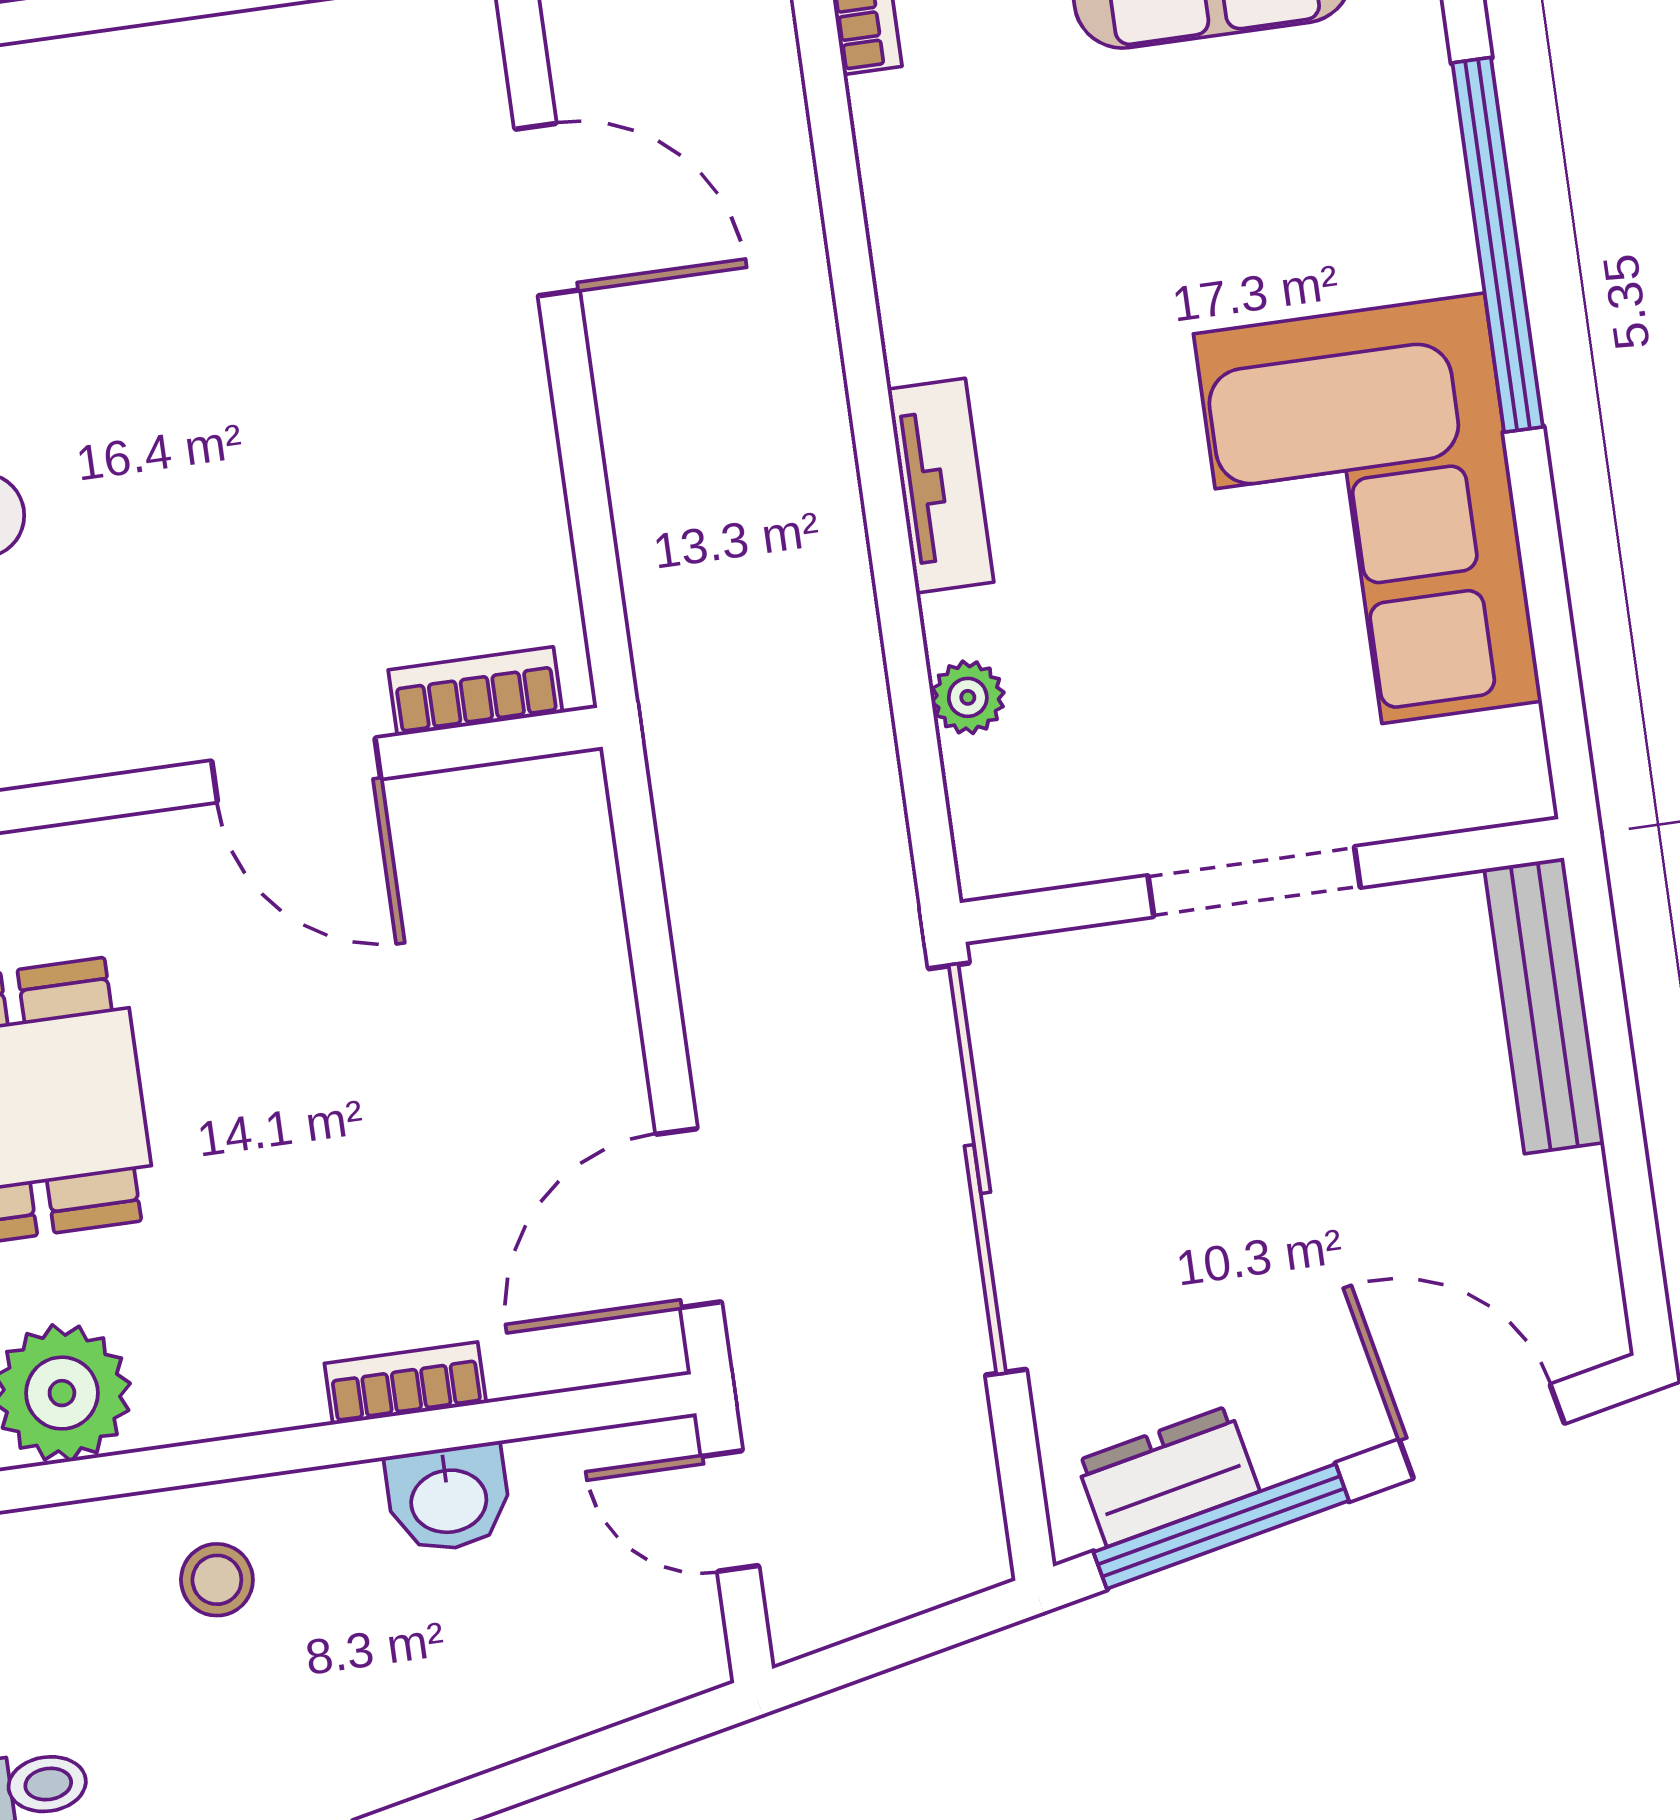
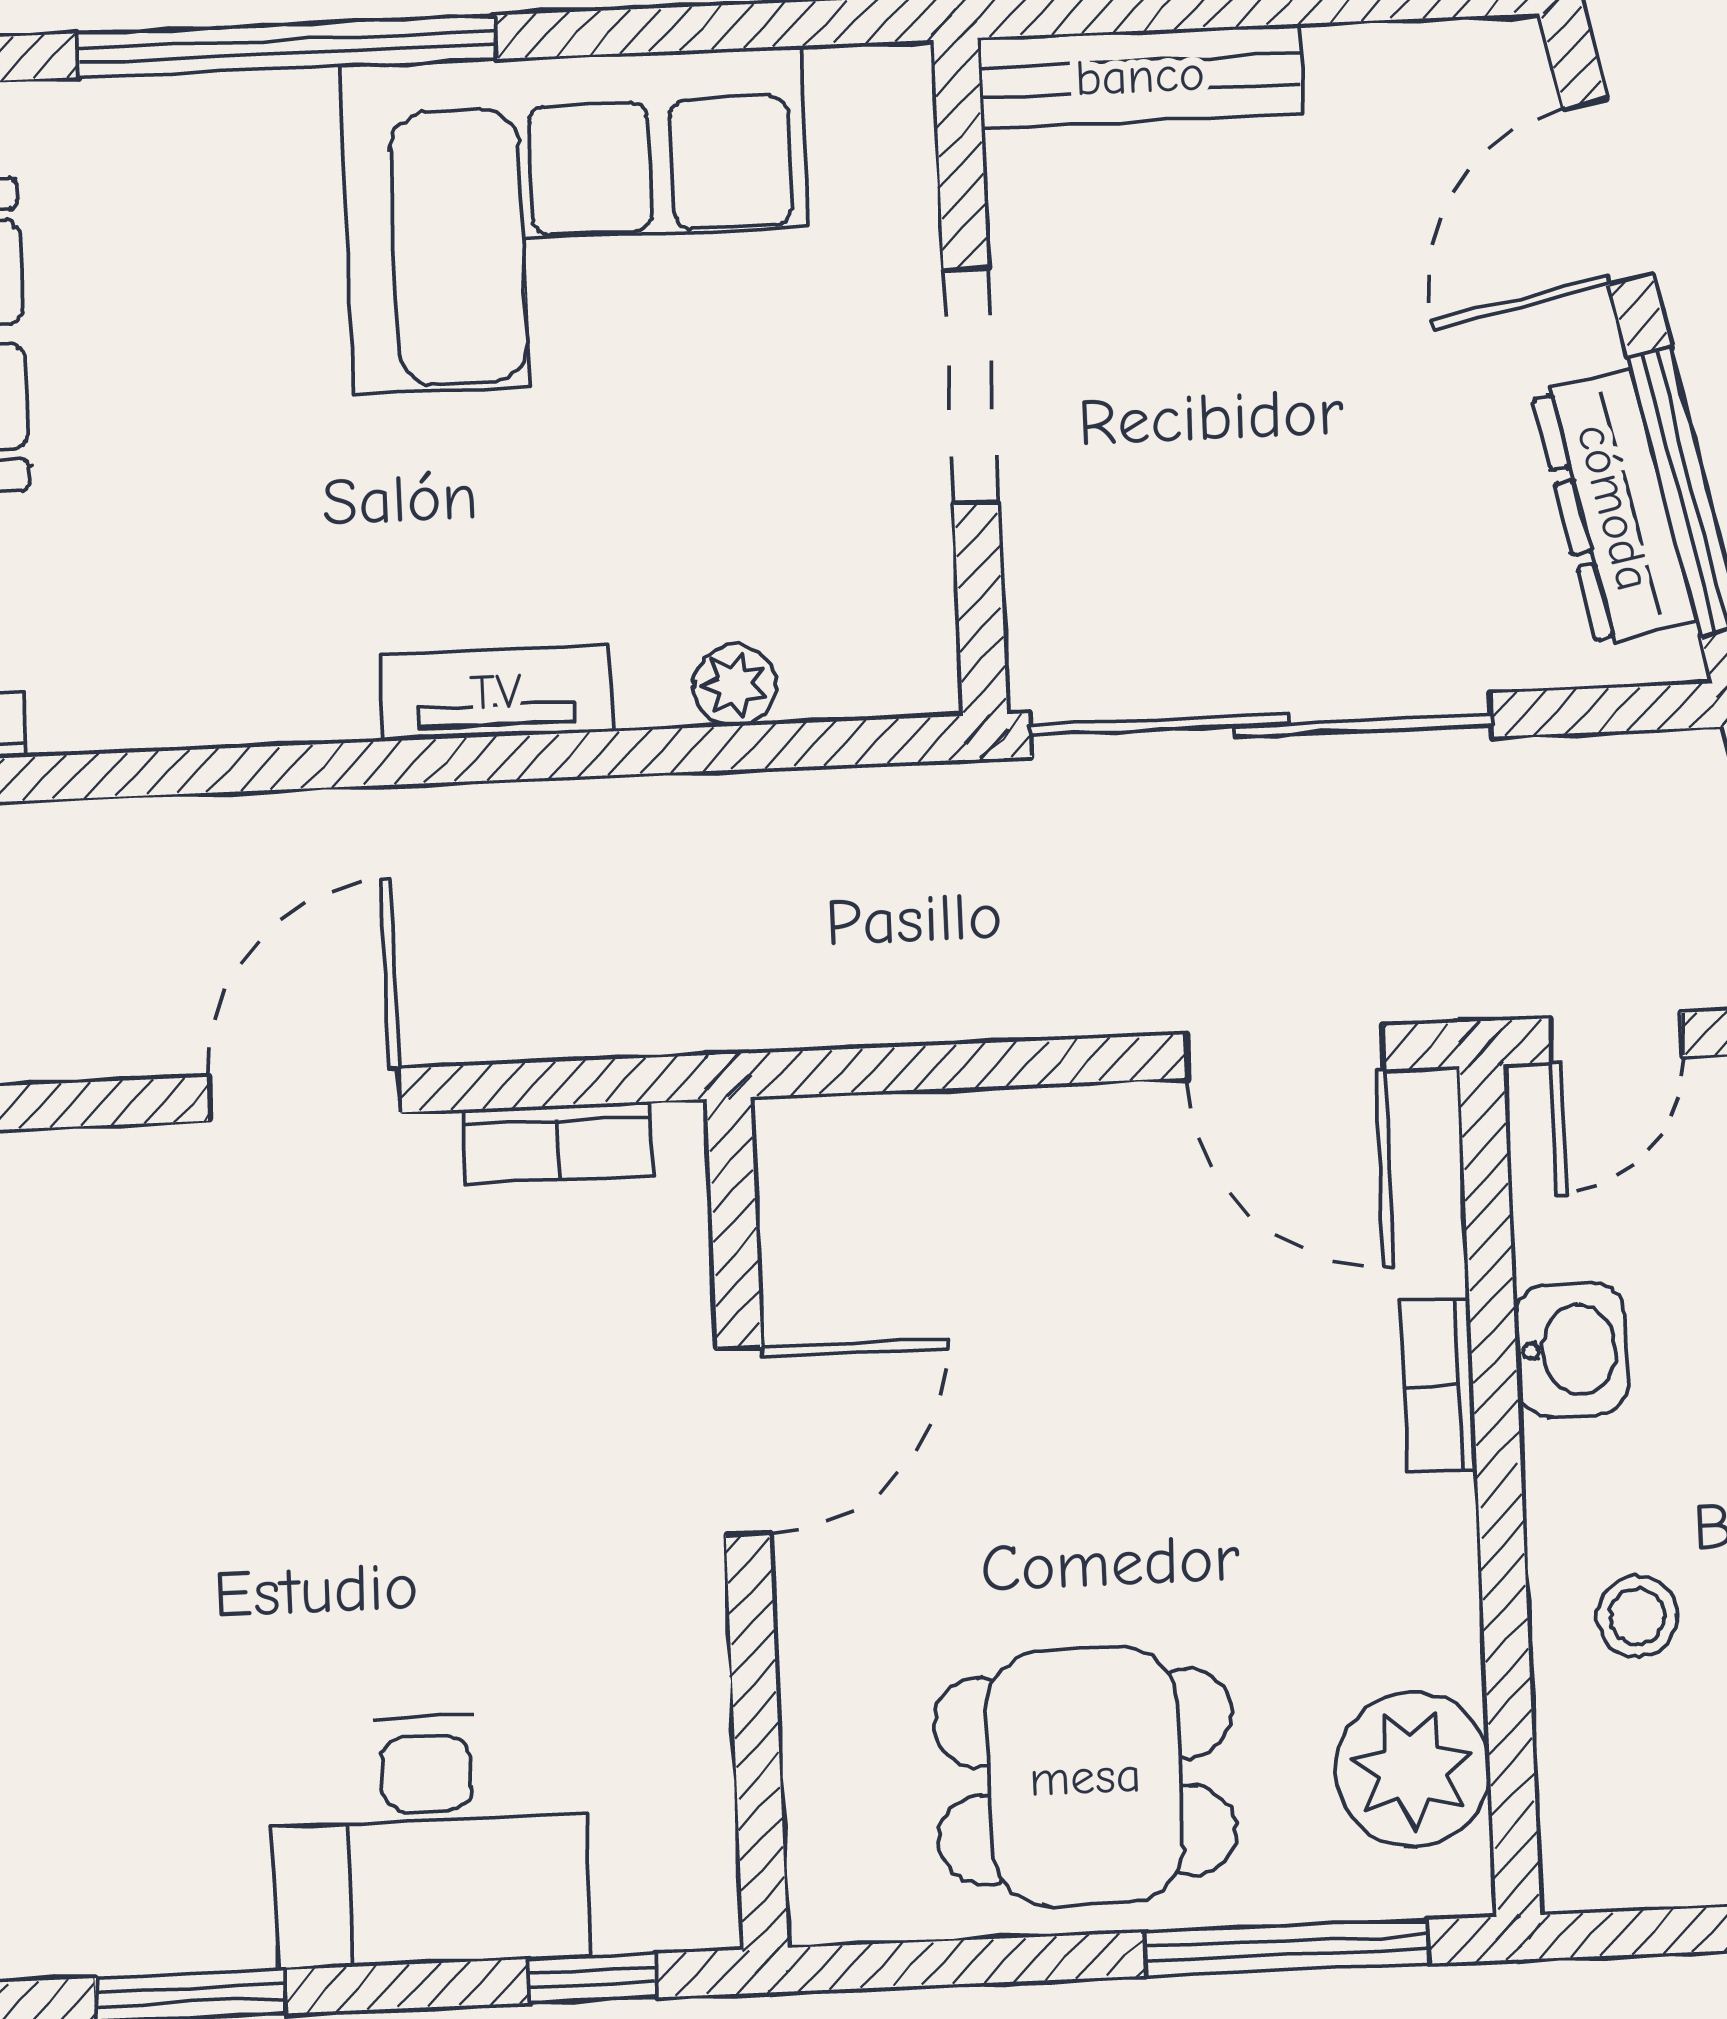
door: (547, 210) -> (305, 1095), moved
bookcase: (475, 691) -> (558, 1143), moved, turned -90
dresser: (1168, 1476) -> (1614, 507), width x1.44

